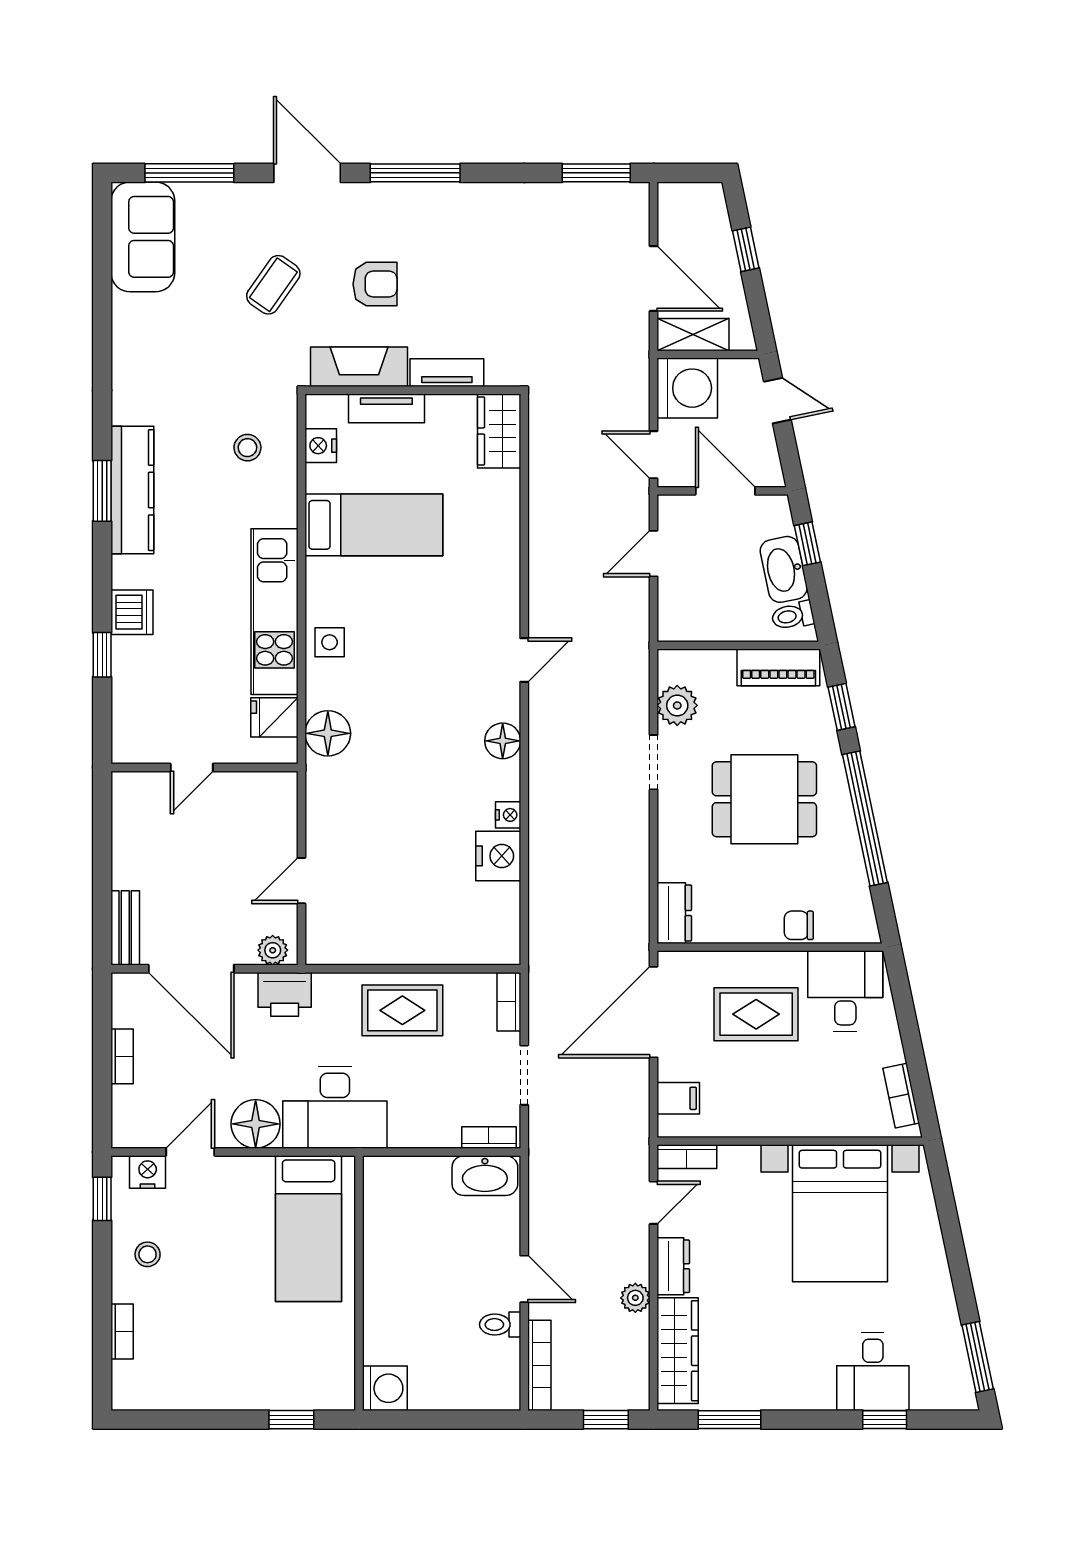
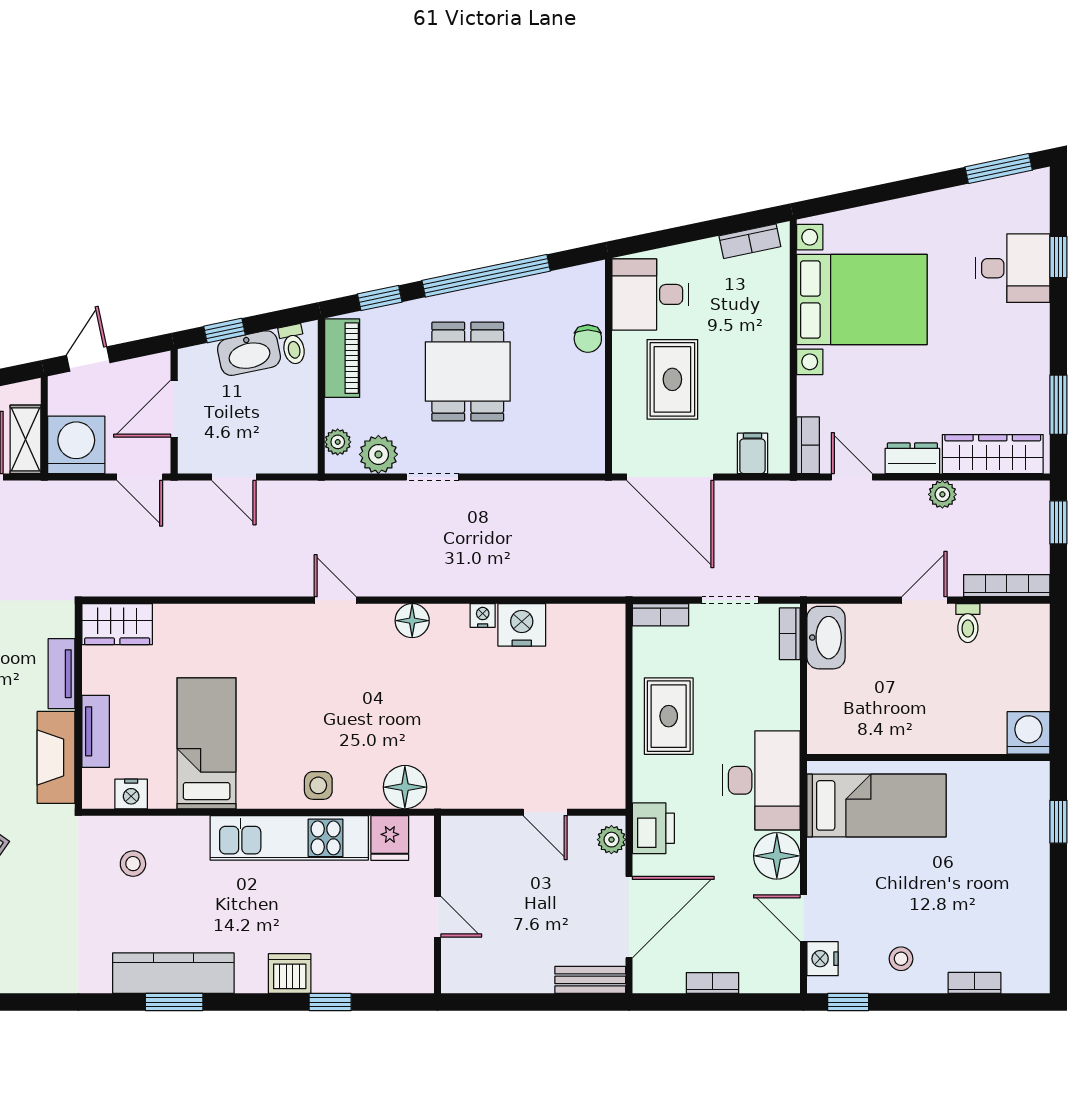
door: (654, 455) -> (140, 477), hinge flipped
plant: (690, 663) -> (338, 442), added
dresser: (674, 913) -> (576, 457), removed

